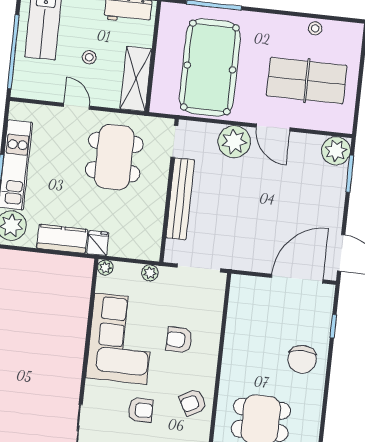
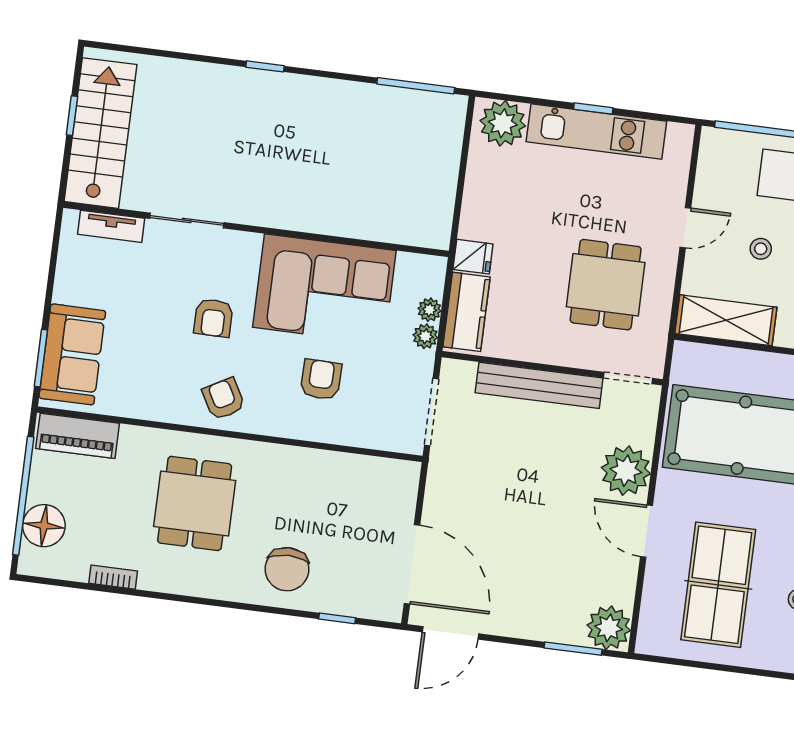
door: (273, 128) -> (647, 531), hinge flipped
dining table: (114, 157) -> (606, 285), width x0.73
kitchen counter: (62, 239) -> (466, 312), moved
plant: (105, 268) -> (429, 310), moved
chair: (302, 359) -> (287, 569), turned -90

